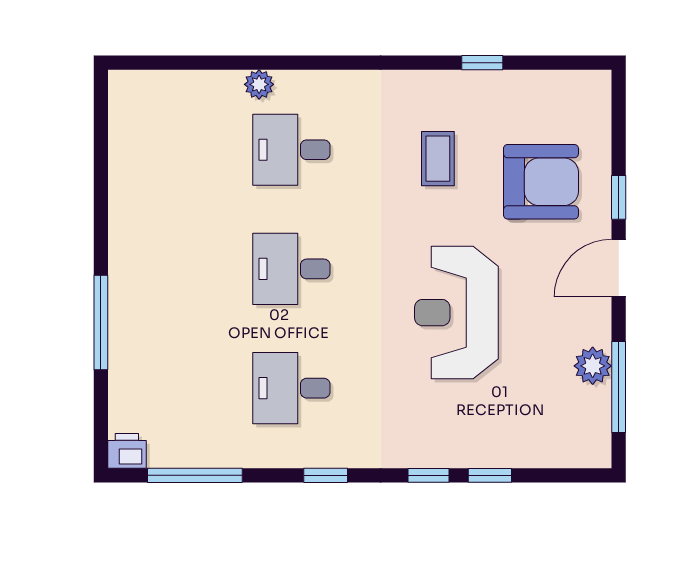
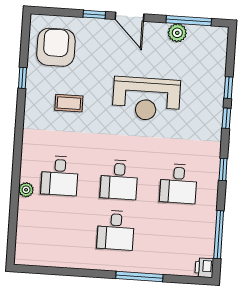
armchair: (541, 182) -> (56, 47), moved
desk: (190, 269) -> (116, 230), added

